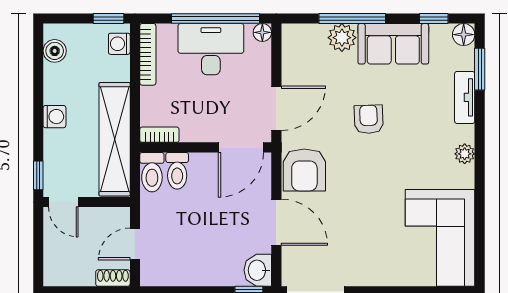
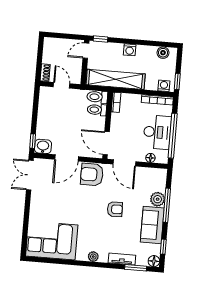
floor lamp: (262, 32) -> (150, 158), moved

